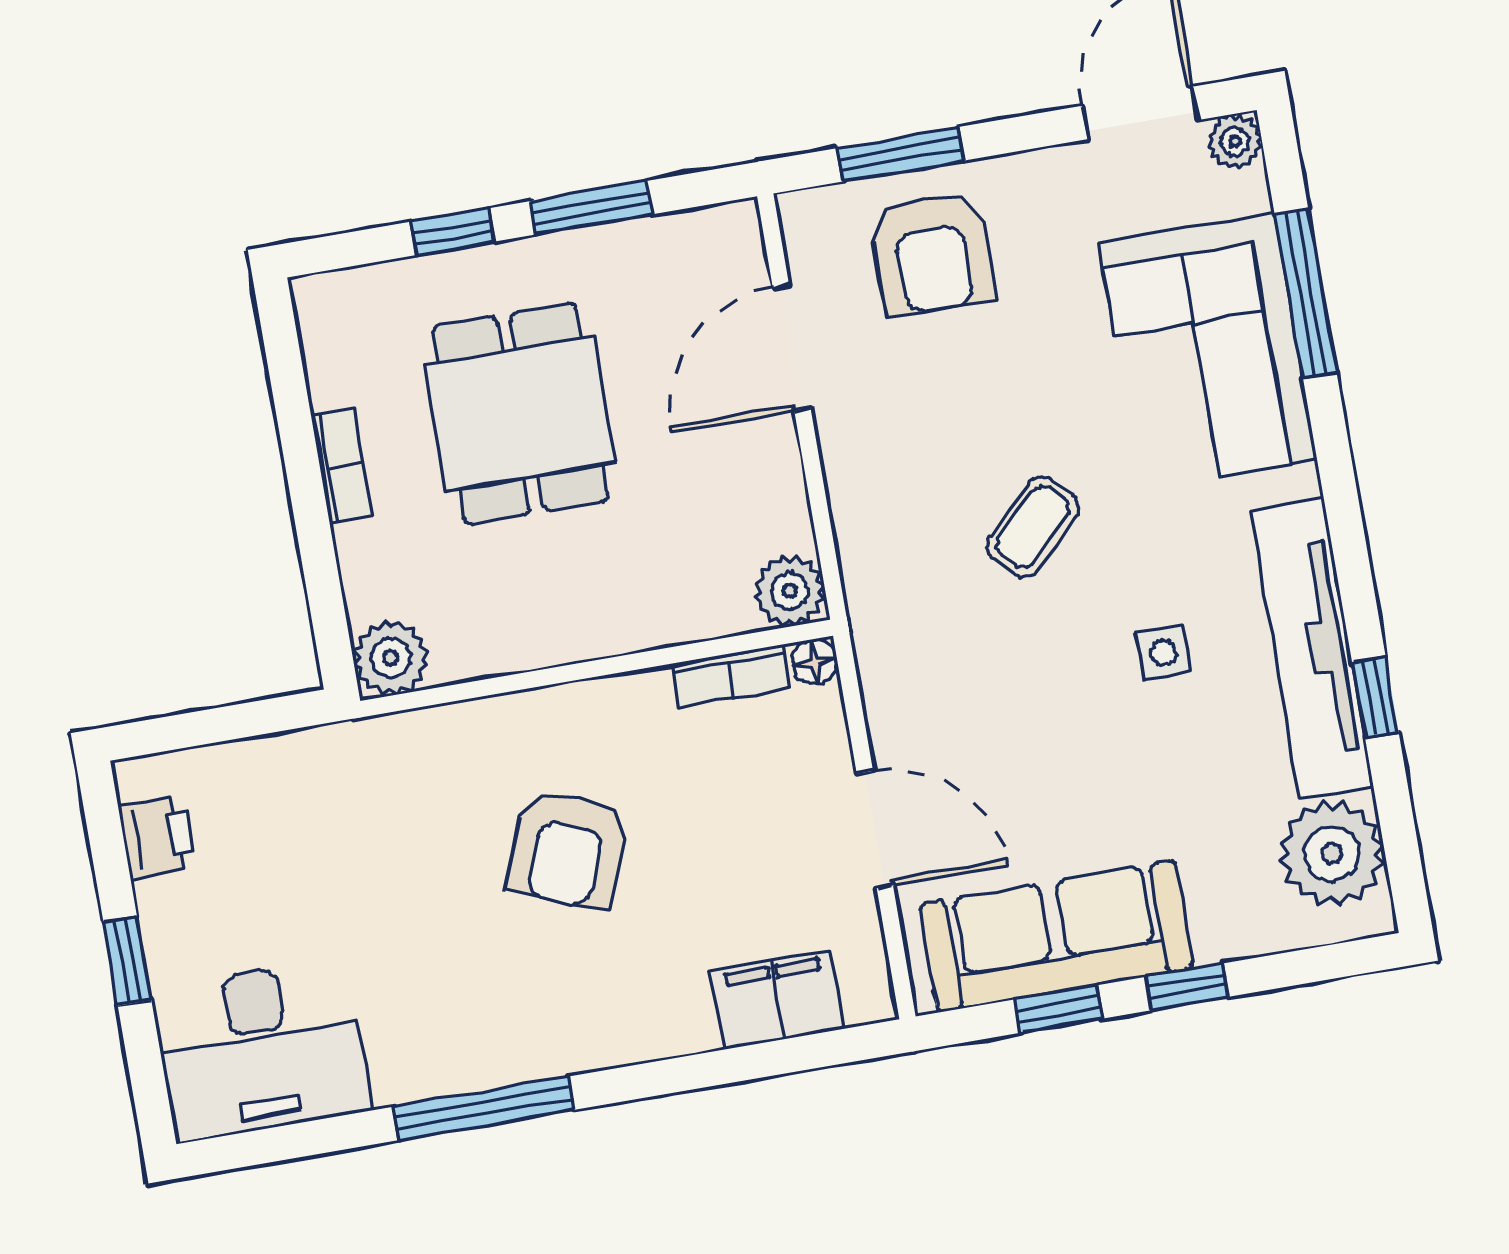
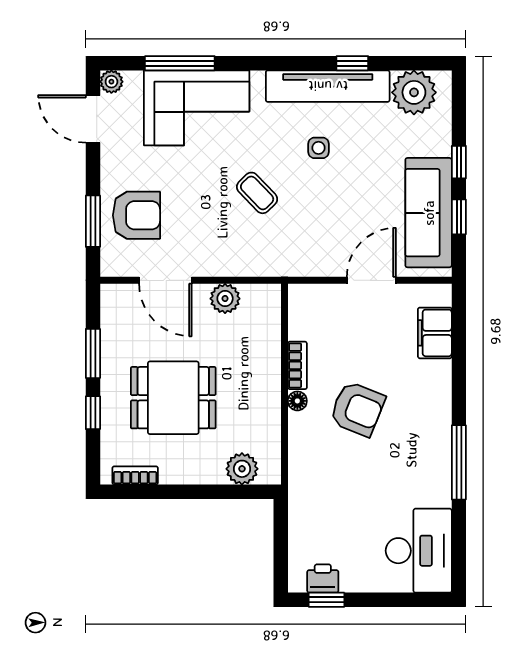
bookcase: (342, 465) -> (135, 475), moved
plant: (790, 591) -> (225, 299), moved
plant: (391, 658) -> (242, 469), moved
floor lamp: (815, 662) -> (297, 401), moved
bookcase: (732, 676) -> (297, 365), moved
window: (127, 961) -> (326, 600), moved

